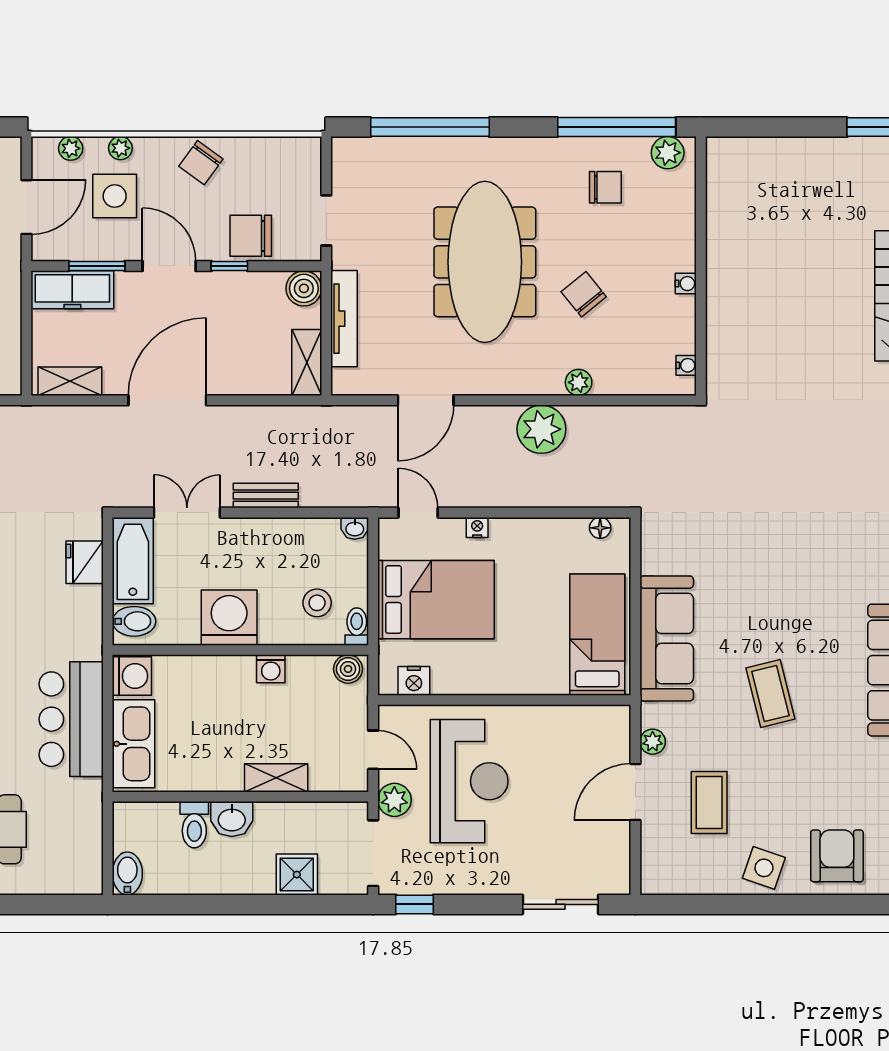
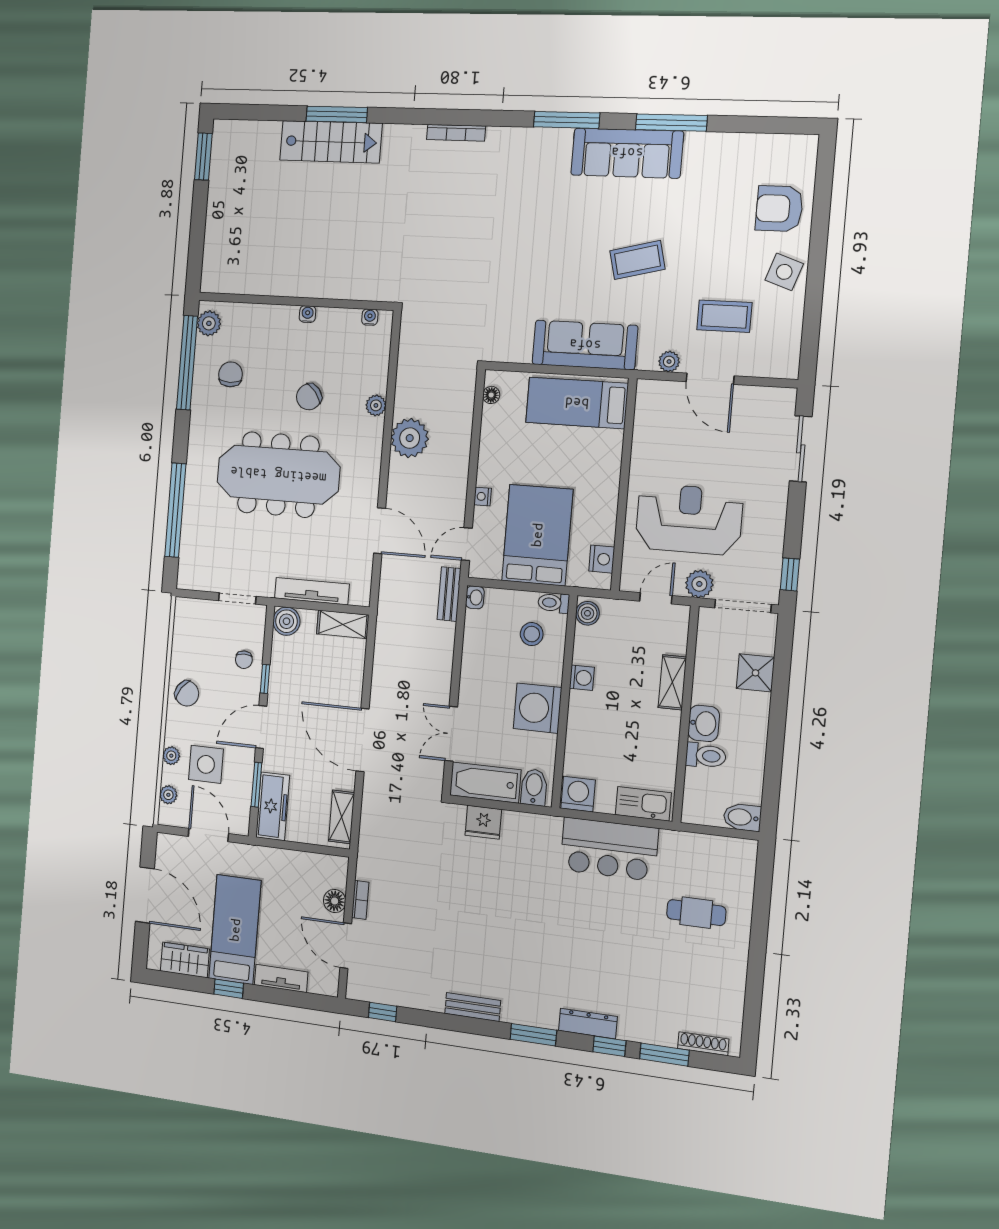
chair: (251, 236) -> (244, 660), width x0.54, depth x0.54
bench: (266, 496) -> (449, 594), moved
kitchen sink: (134, 744) -> (643, 804), width x0.73, depth x0.81

